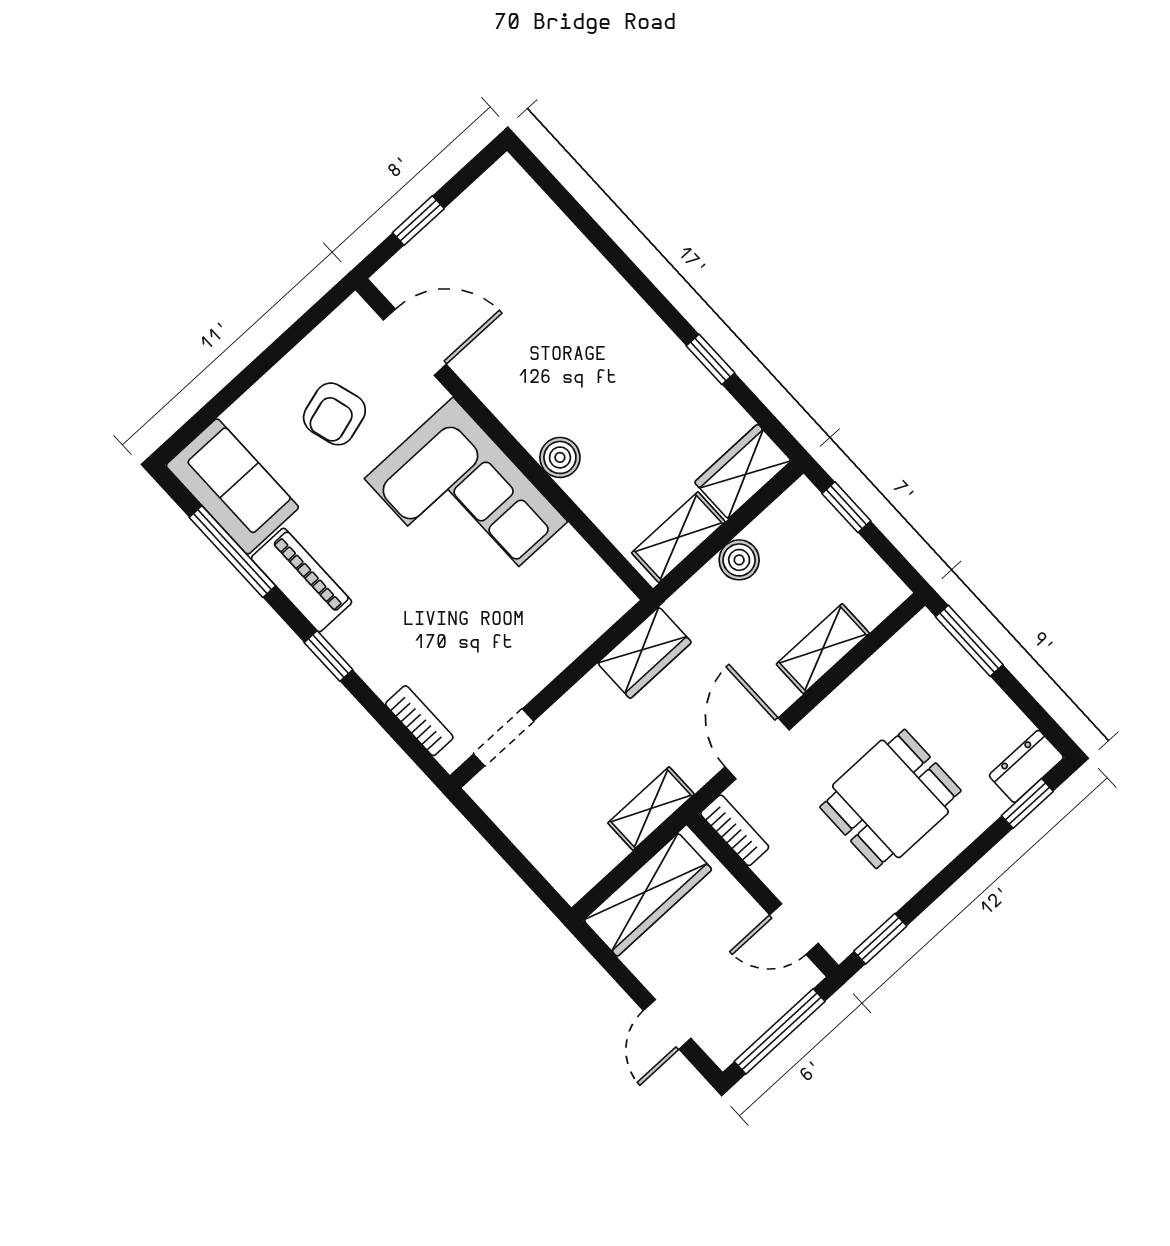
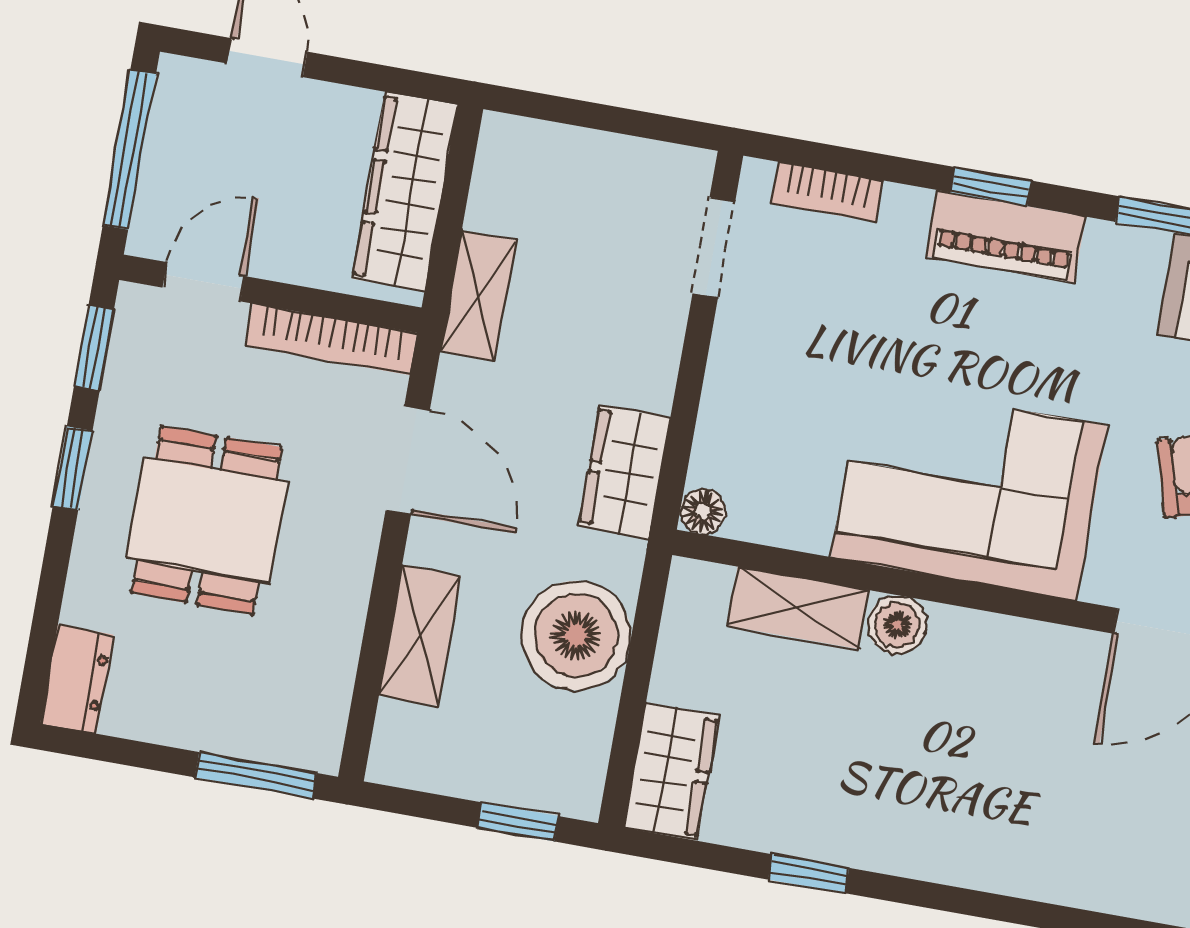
shelving: (678, 537) -> (798, 608), moved, turned 90
boiler: (739, 560) -> (576, 635), width x1.86, depth x1.86
piano: (301, 580) -> (1006, 236), moved
floor lamp: (618, 599) -> (703, 511), added
window: (1027, 803) -> (73, 468), moved
bookcase: (735, 830) -> (331, 339), width x1.56

